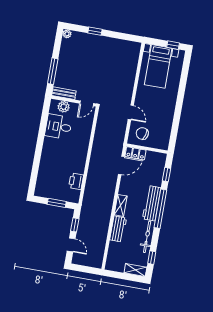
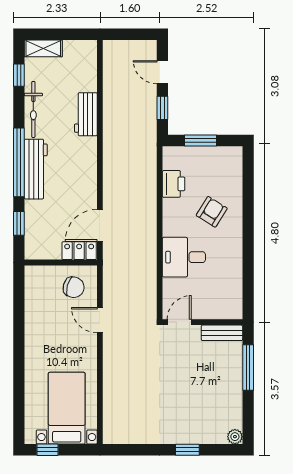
plant: (64, 107) -> (218, 309), removed
desk: (58, 127) -> (184, 257), moved, turned 180
armchair: (58, 162) -> (212, 212), added
shelving: (121, 205) -> (89, 156), removed

